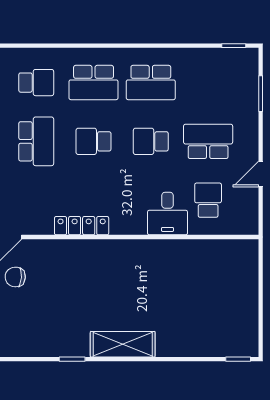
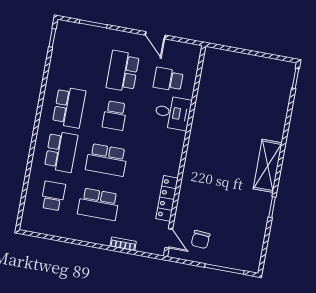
school desk: (36, 141) -> (99, 204), turned 180
school desk: (94, 141) -> (107, 160), width x1.85
locker: (82, 226) -> (167, 198), moved

